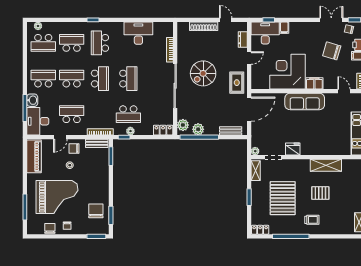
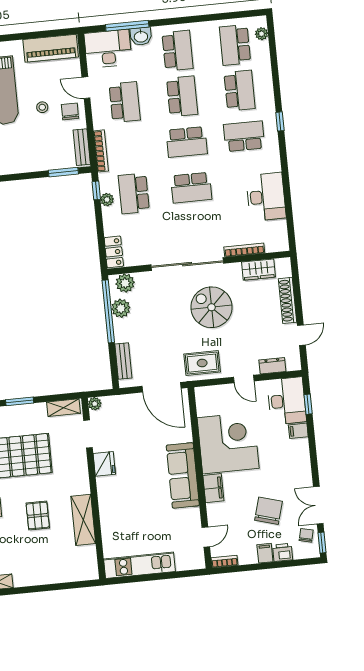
double door: (331, 20) -> (318, 505), swing flipped
wardrobe: (183, 42) -> (258, 270), added

